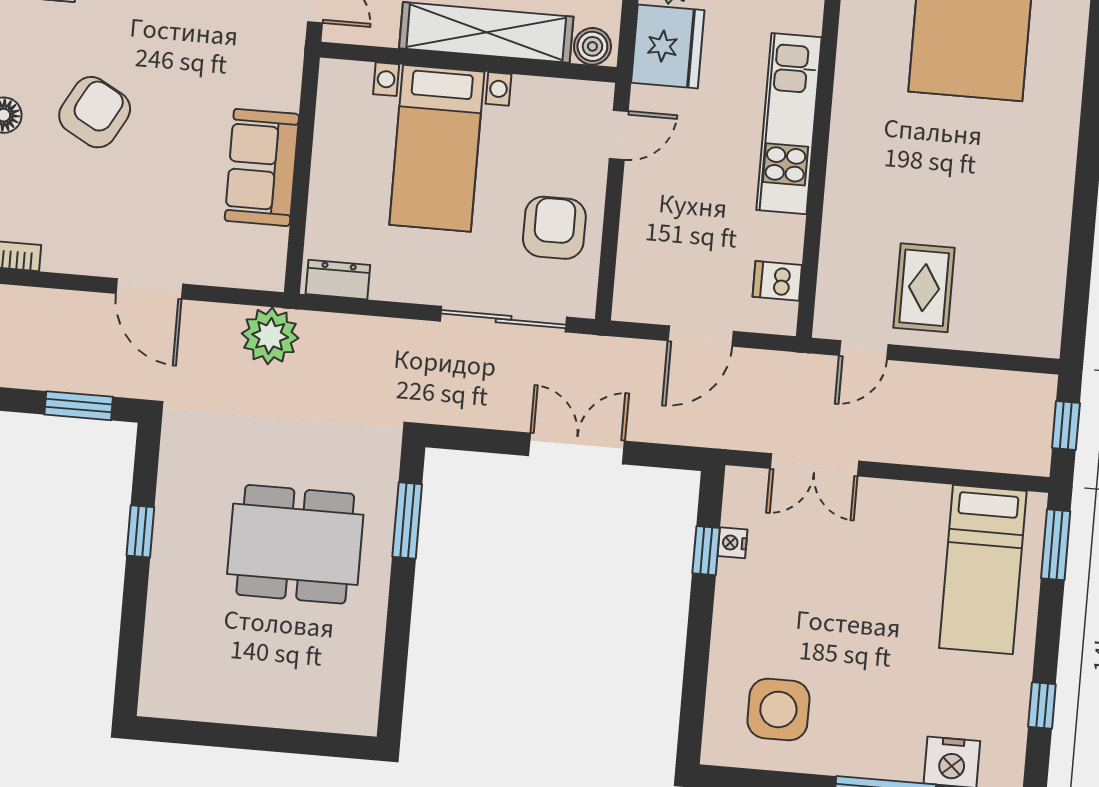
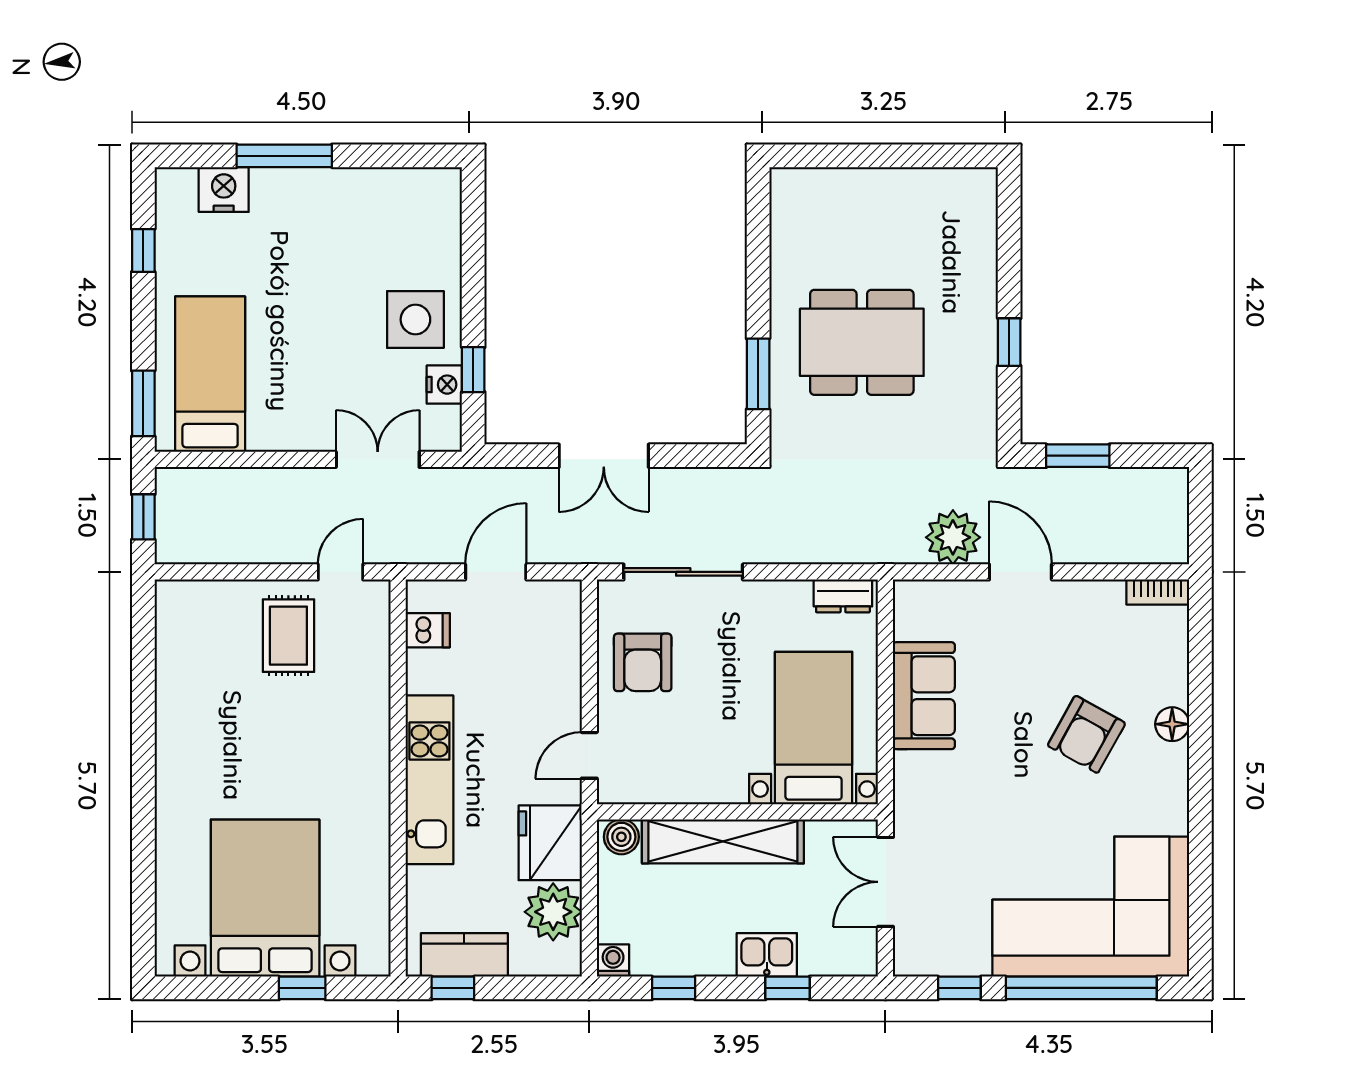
bed with nightstands: (437, 148) -> (814, 728), moved
plant: (270, 336) -> (953, 537), moved
nightstand: (732, 543) -> (444, 385), width x1.39, depth x1.35
side table: (778, 709) -> (415, 320), moved

